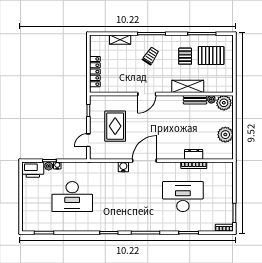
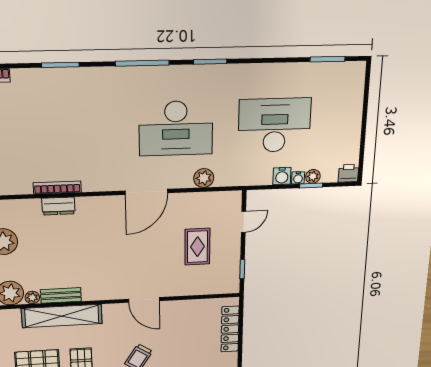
shelving: (188, 86) -> (62, 316), width x1.47
door: (147, 94) -> (144, 300), swing flipped
rug: (115, 126) -> (197, 247), width x0.73, depth x0.70
plant: (112, 167) -> (204, 178), added
water cooler: (123, 167) -> (282, 176), moved
printer: (33, 170) -> (348, 173), width x0.53, depth x0.68
desk: (183, 197) -> (176, 128), moved

